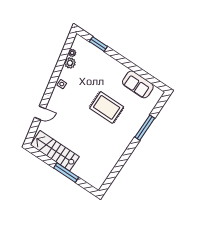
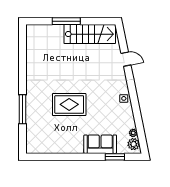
plant: (70, 63) -> (134, 144), moved
sofa: (138, 84) -> (100, 144), moved
door: (40, 113) -> (126, 59), swing flipped

